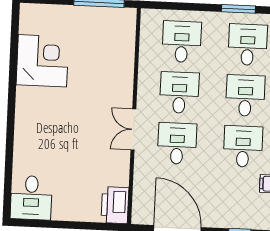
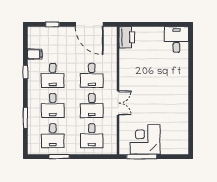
corner desk: (42, 61) -> (145, 139), moved, turned 90
double door: (133, 129) -> (118, 103), moved

